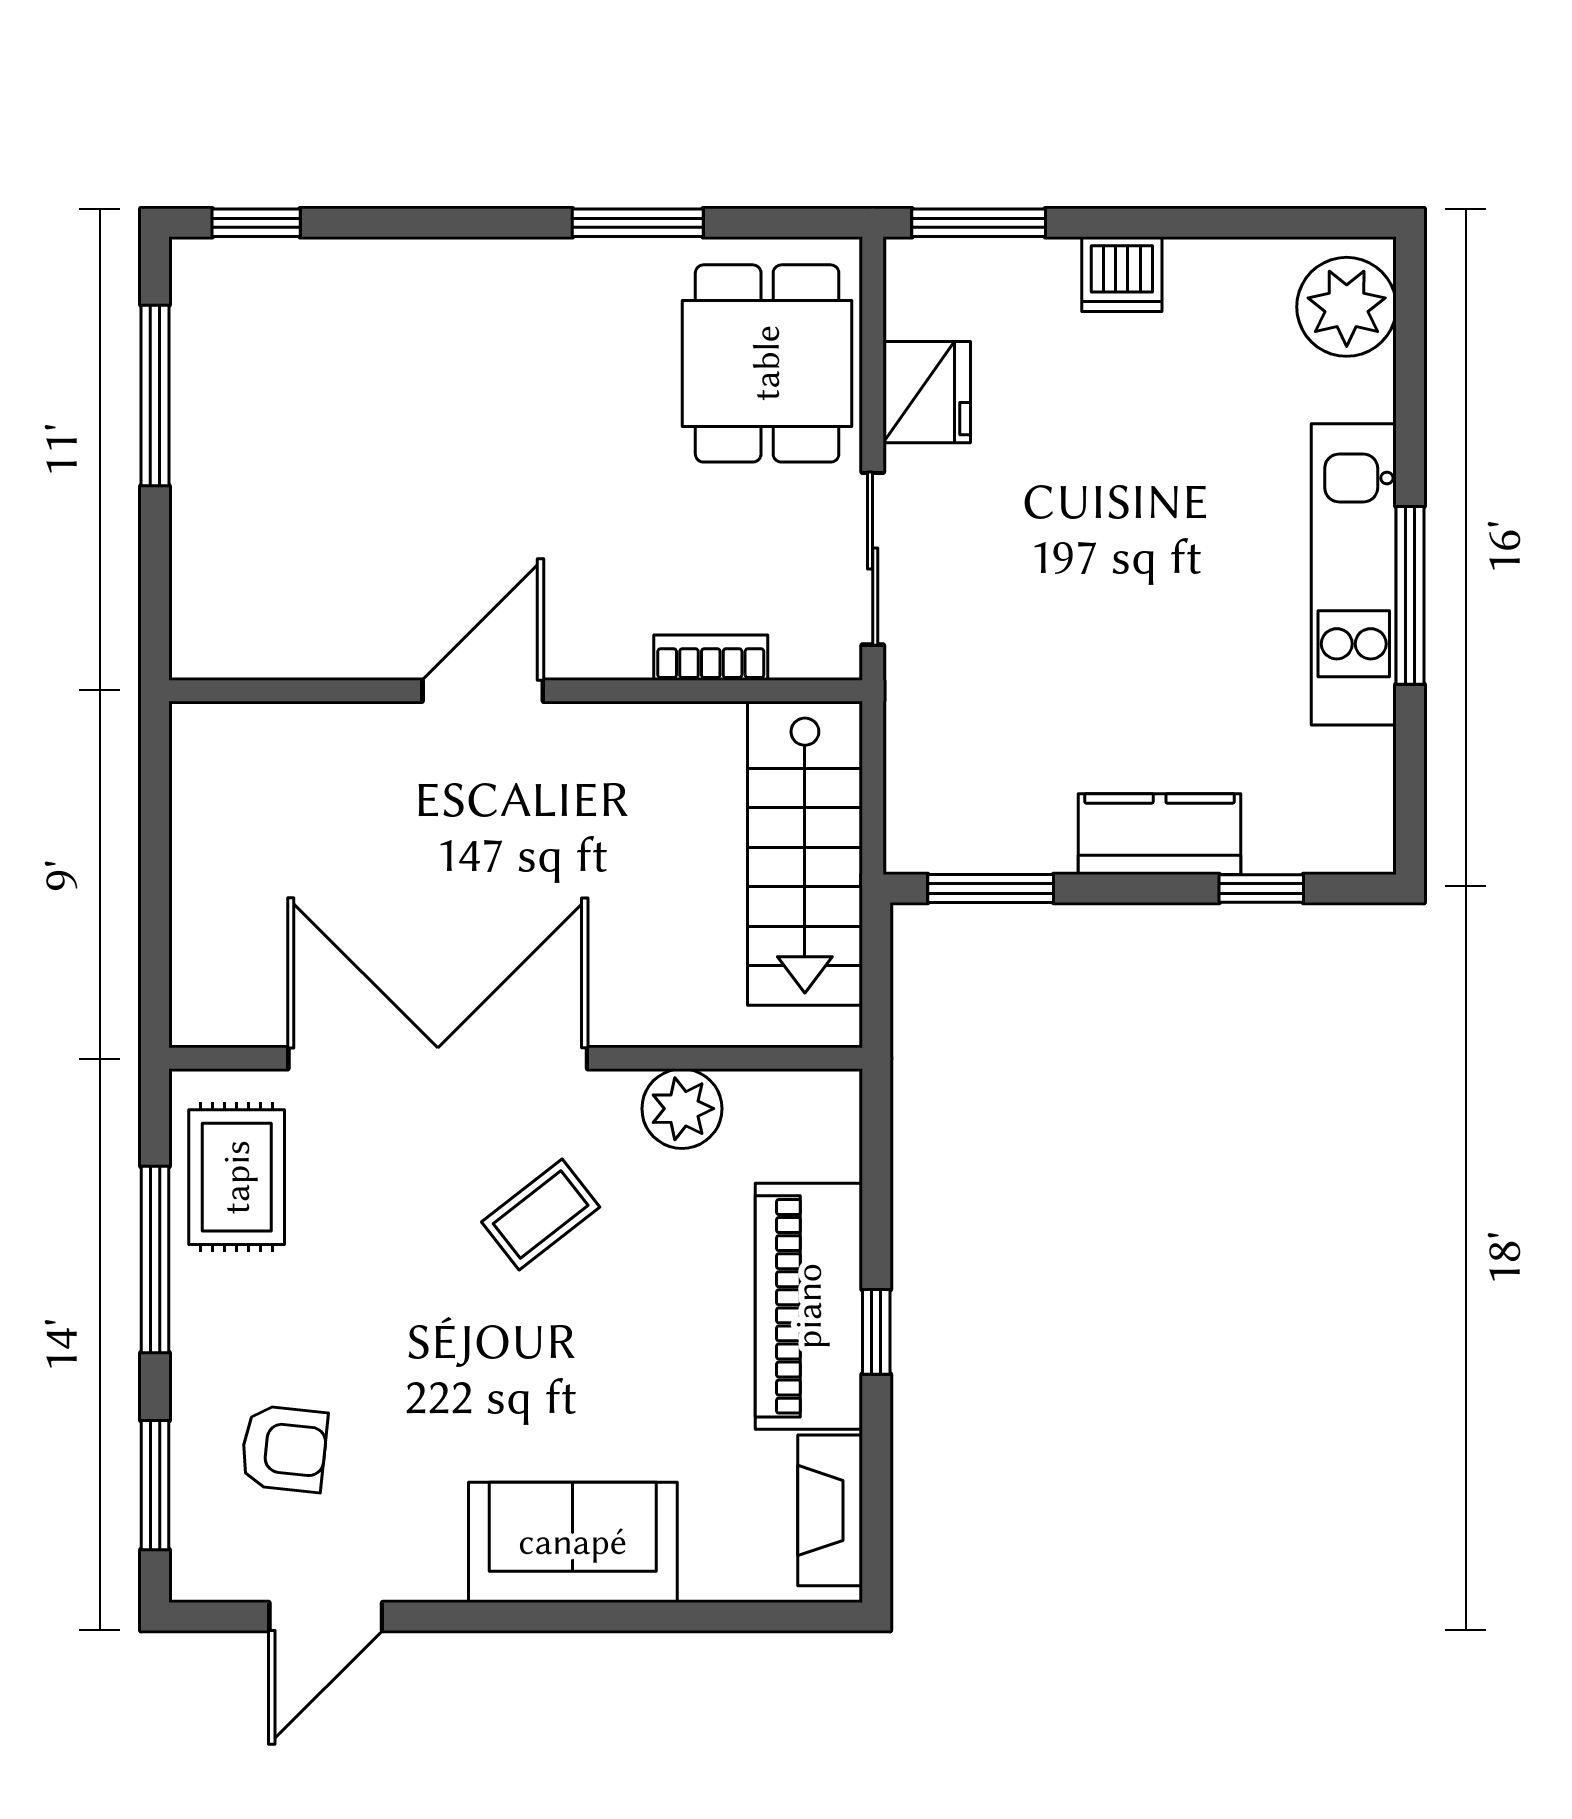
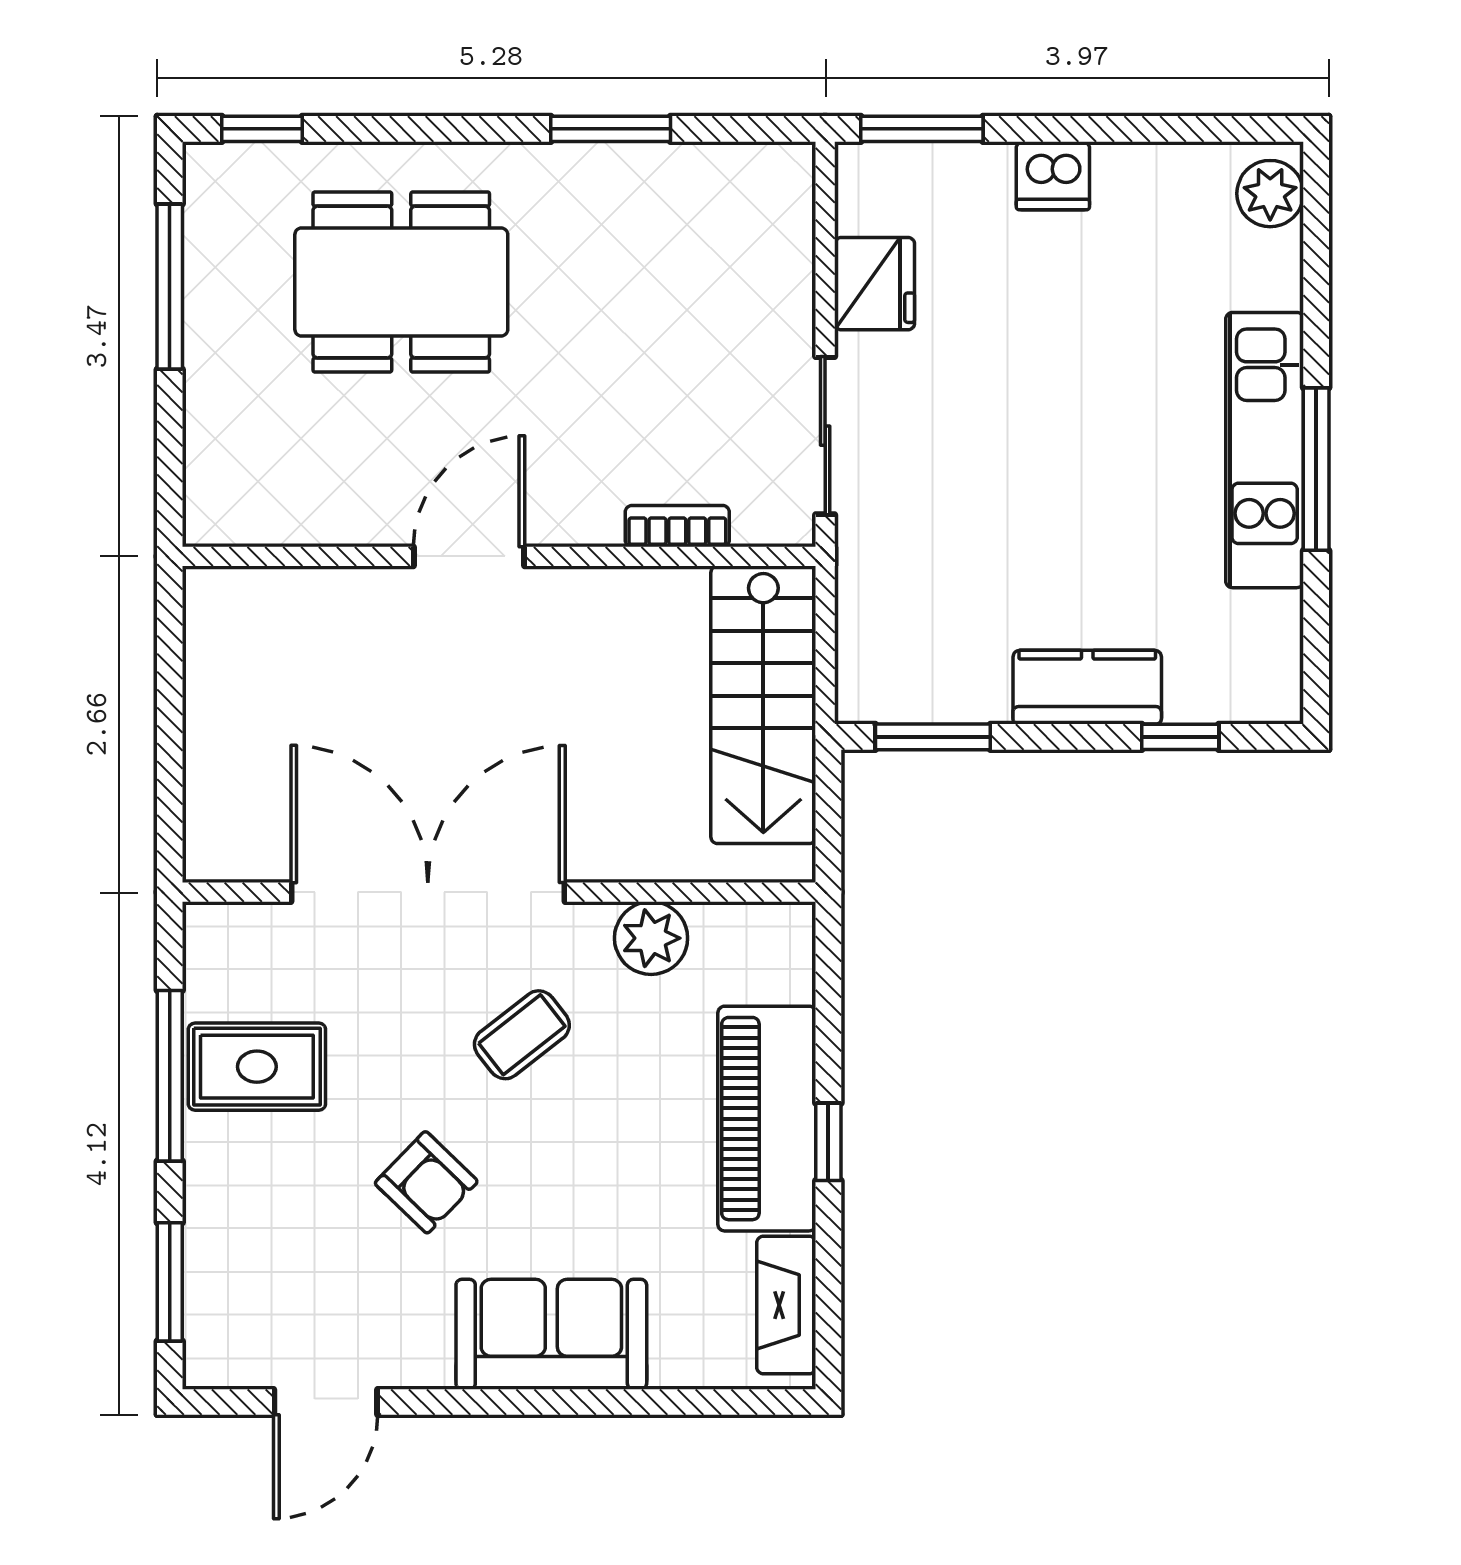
plant: (1347, 307) -> (1270, 194), width x0.73, depth x0.73
dining table: (767, 363) -> (401, 282), moved, width x1.38
rug: (237, 1177) -> (257, 1067), moved, turned 90
armchair: (284, 1449) -> (426, 1182), moved, turned 38

